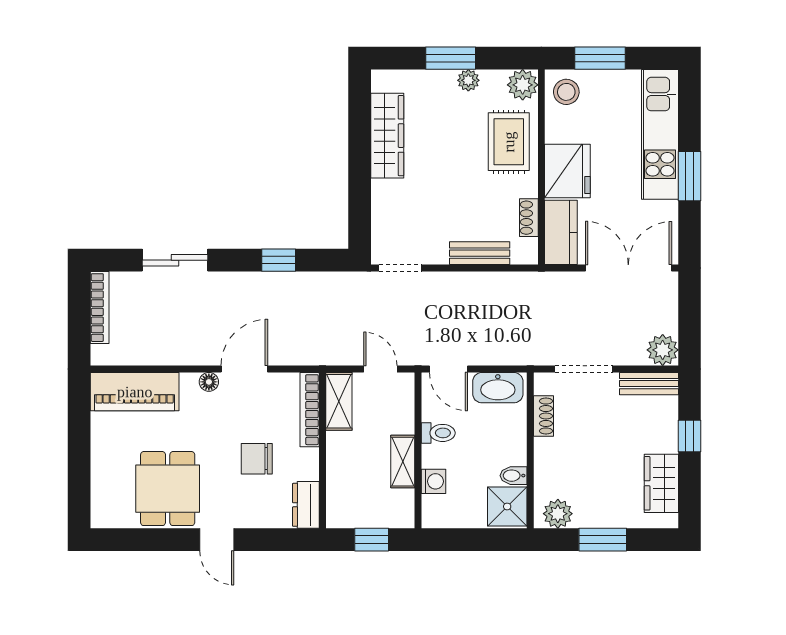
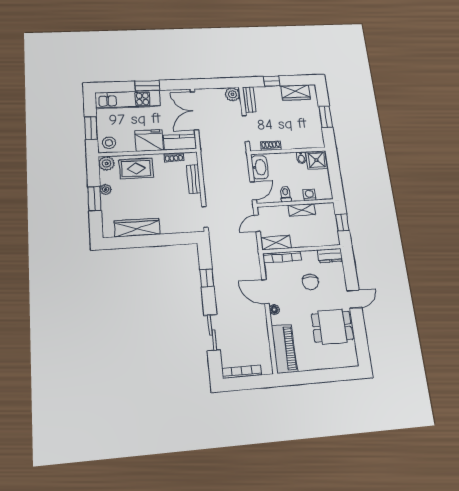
plant: (558, 514) -> (317, 137), removed

